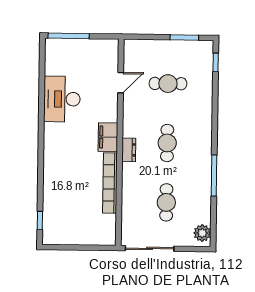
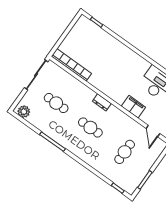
door: (121, 83) -> (153, 131), moved
filing cabinet: (108, 137) -> (133, 107), moved
bookcase: (110, 183) -> (71, 65), moved

